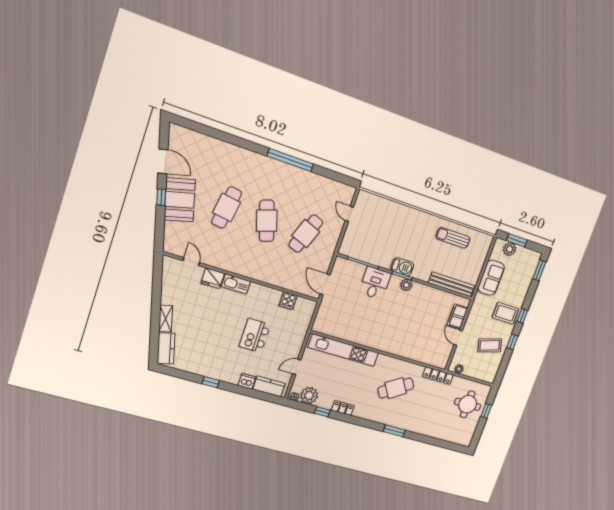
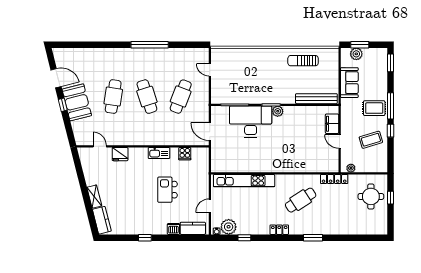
barbecue: (402, 267) -> (269, 98), removed
desk: (375, 283) -> (251, 122), width x1.87, depth x1.30
kitchen sink: (236, 284) -> (159, 153), moved
window: (522, 316) -> (390, 106), width x2.17
locker: (343, 408) -> (279, 230), moved

